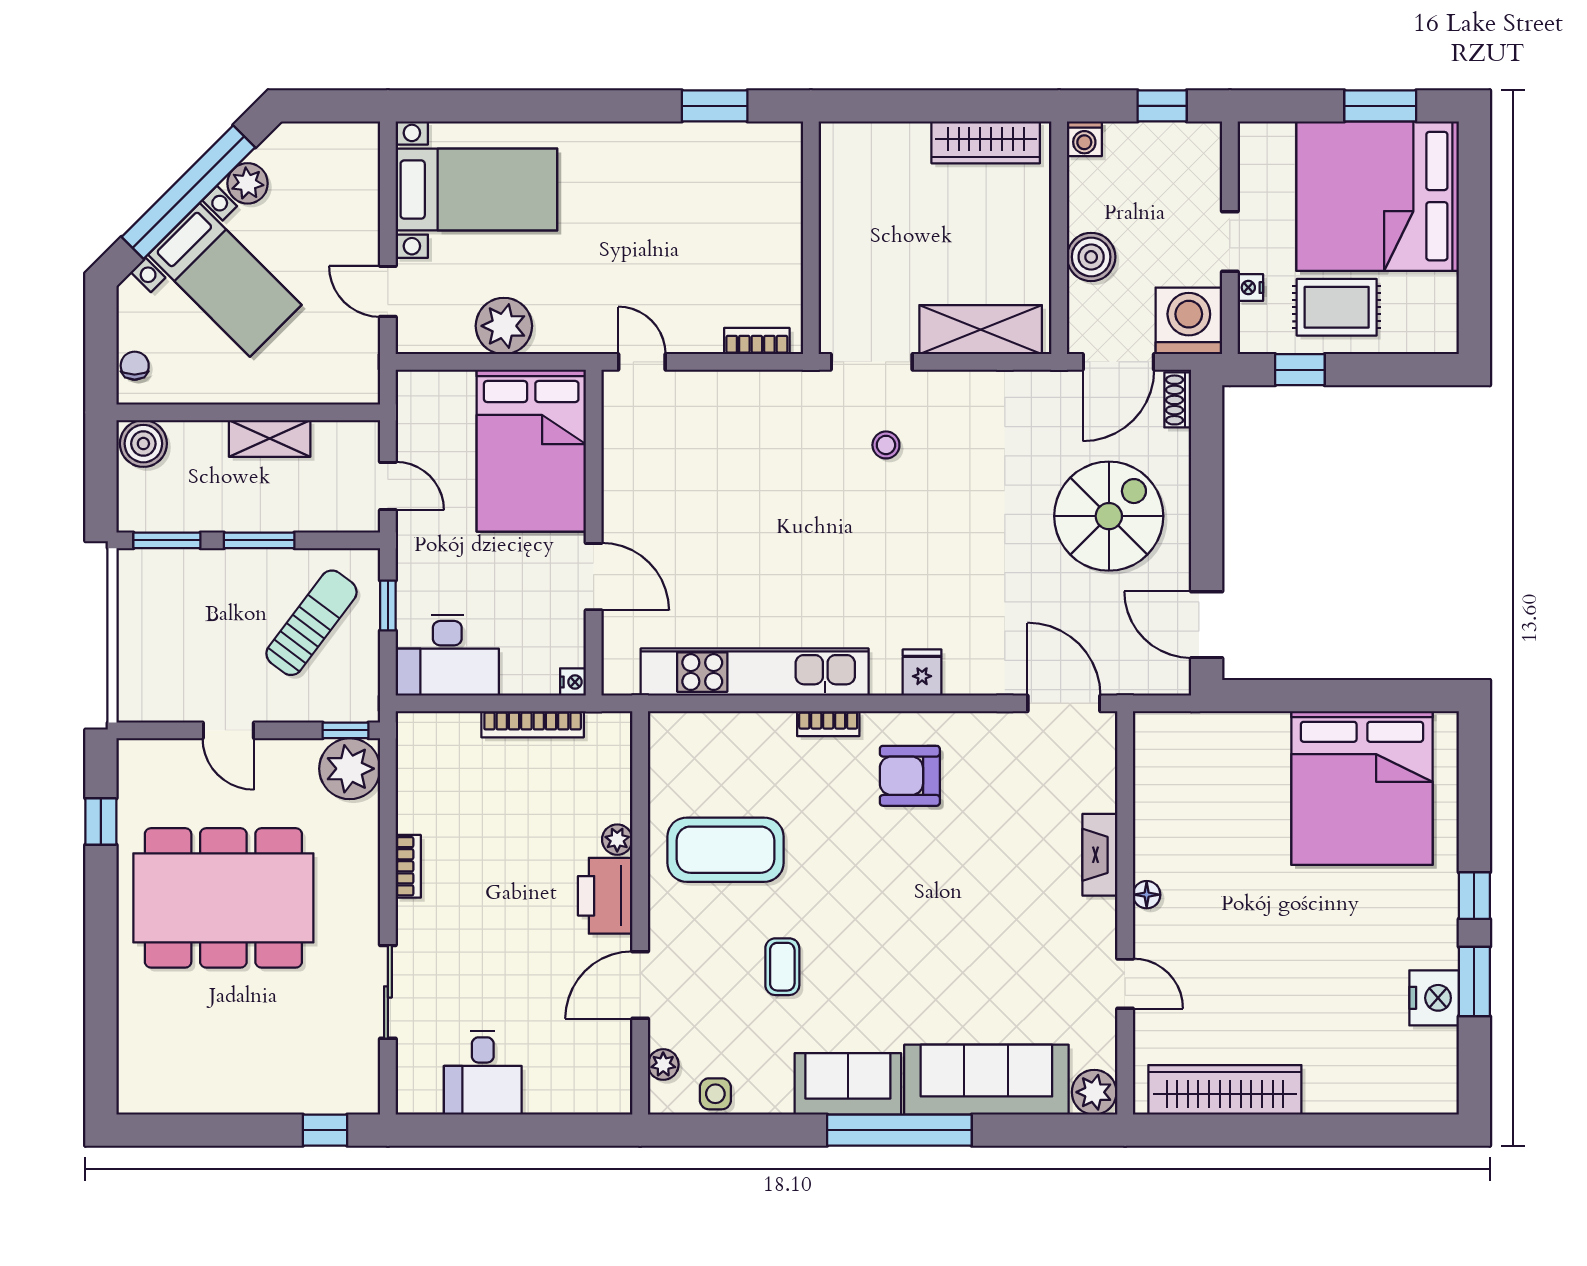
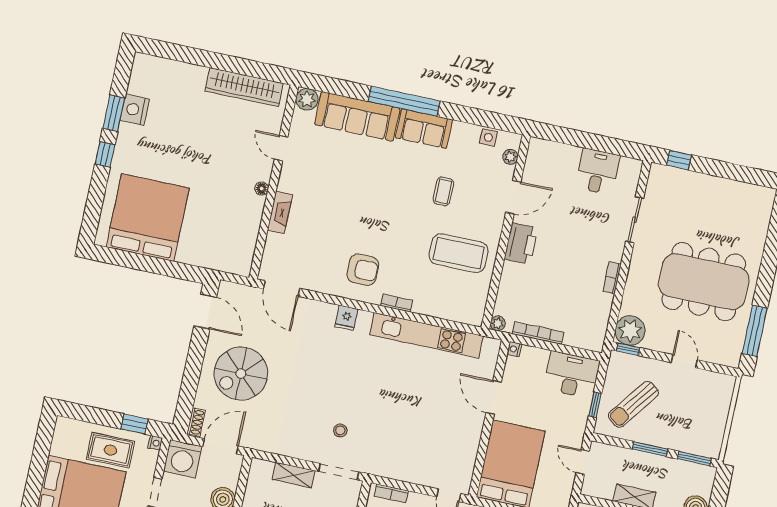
nightstand: (1250, 288) -> (155, 443), moved
shelving: (981, 330) -> (294, 475), width x0.67, depth x0.75
window: (101, 822) -> (755, 331), width x2.17
plant: (617, 840) -> (498, 323), moved

